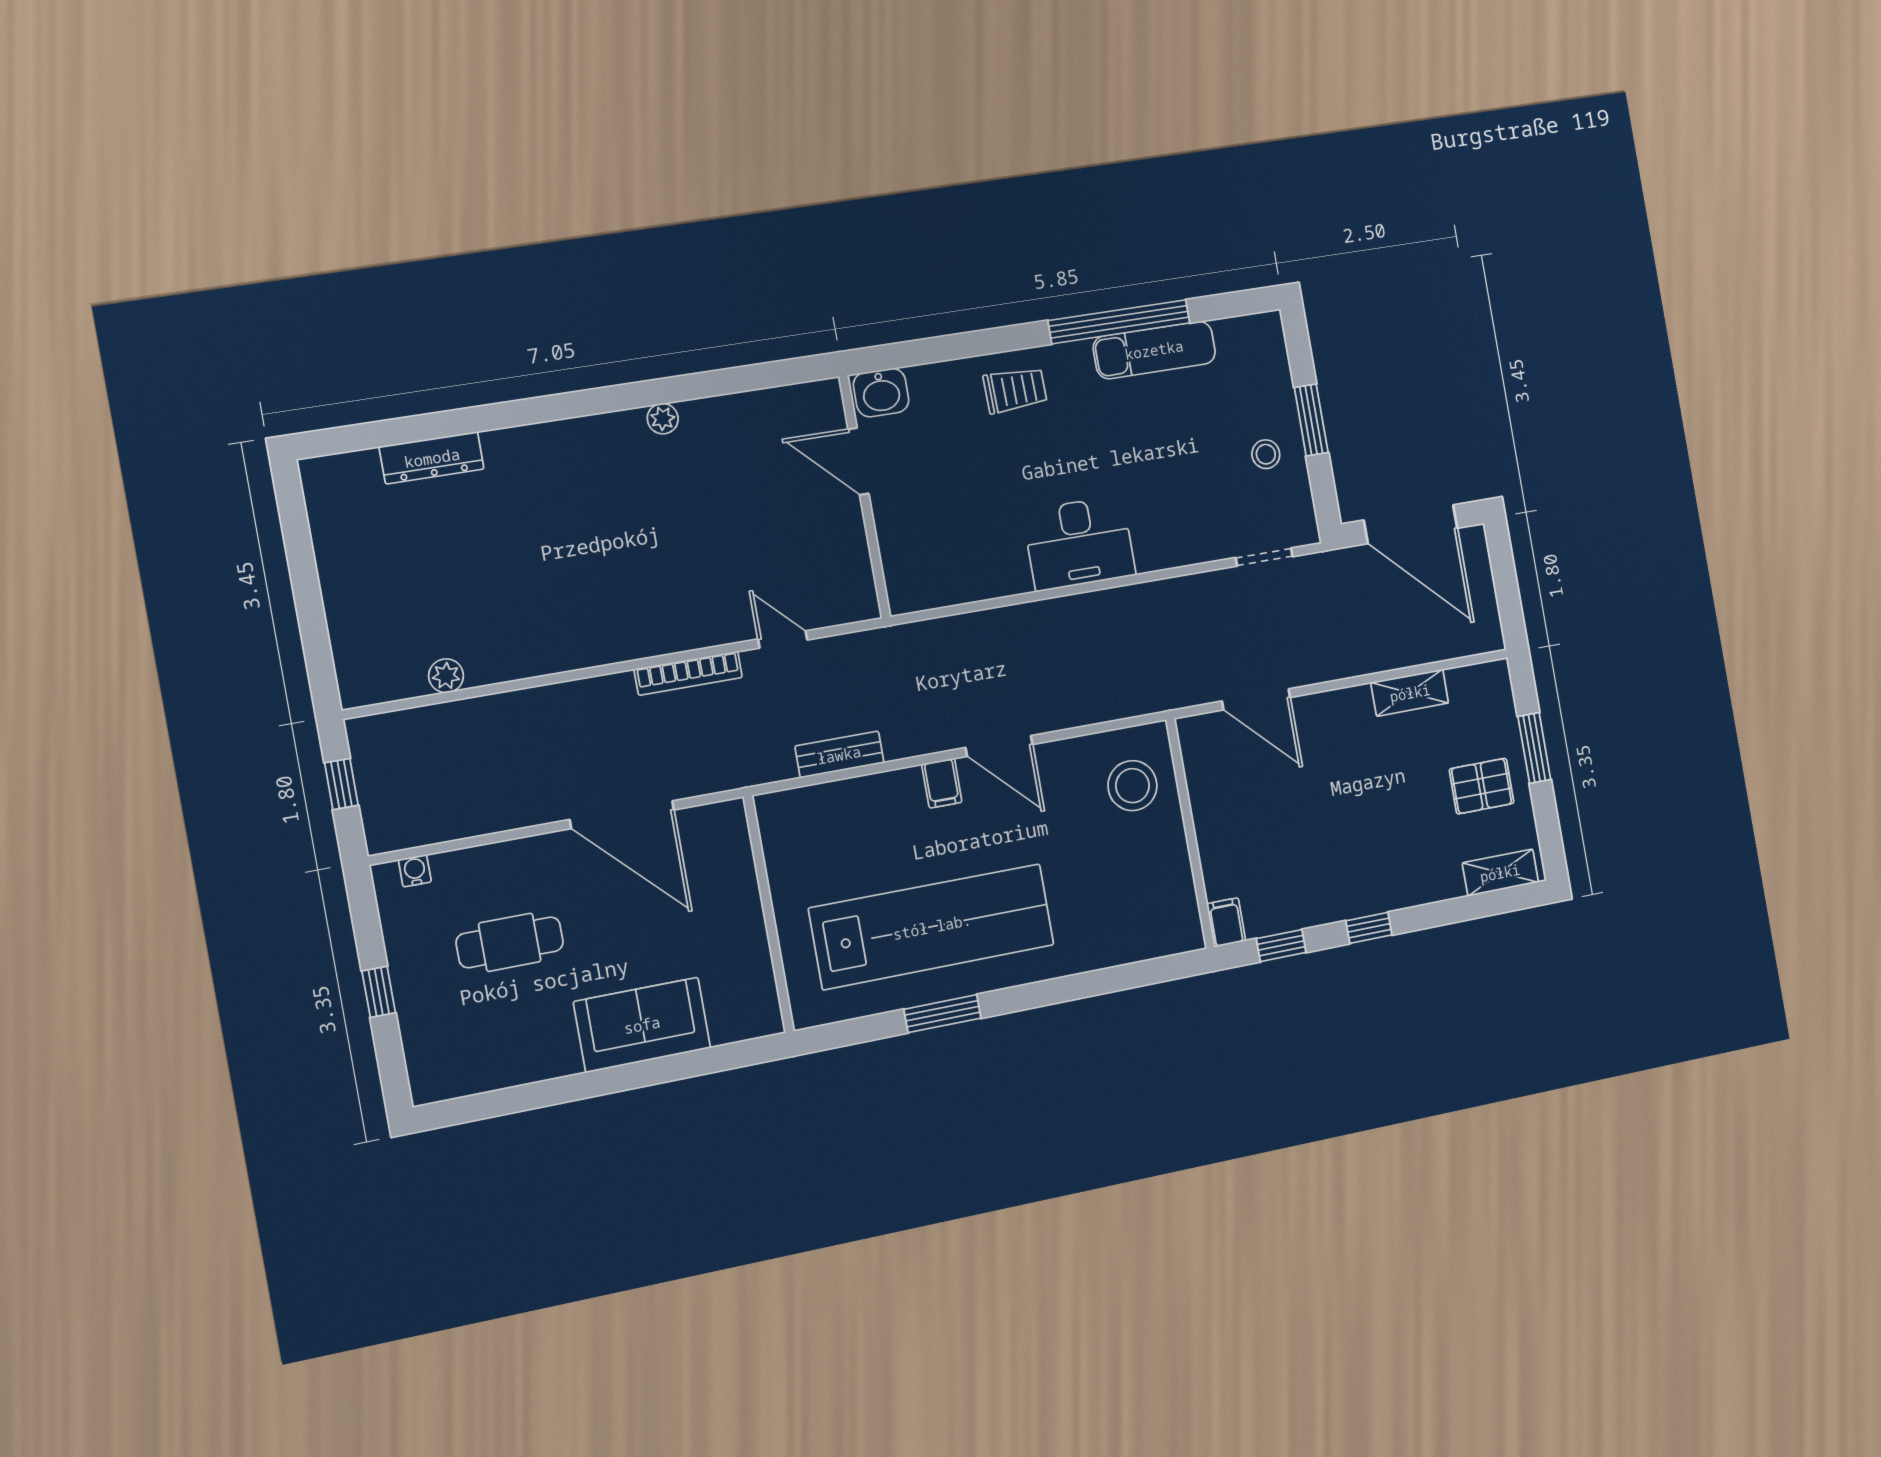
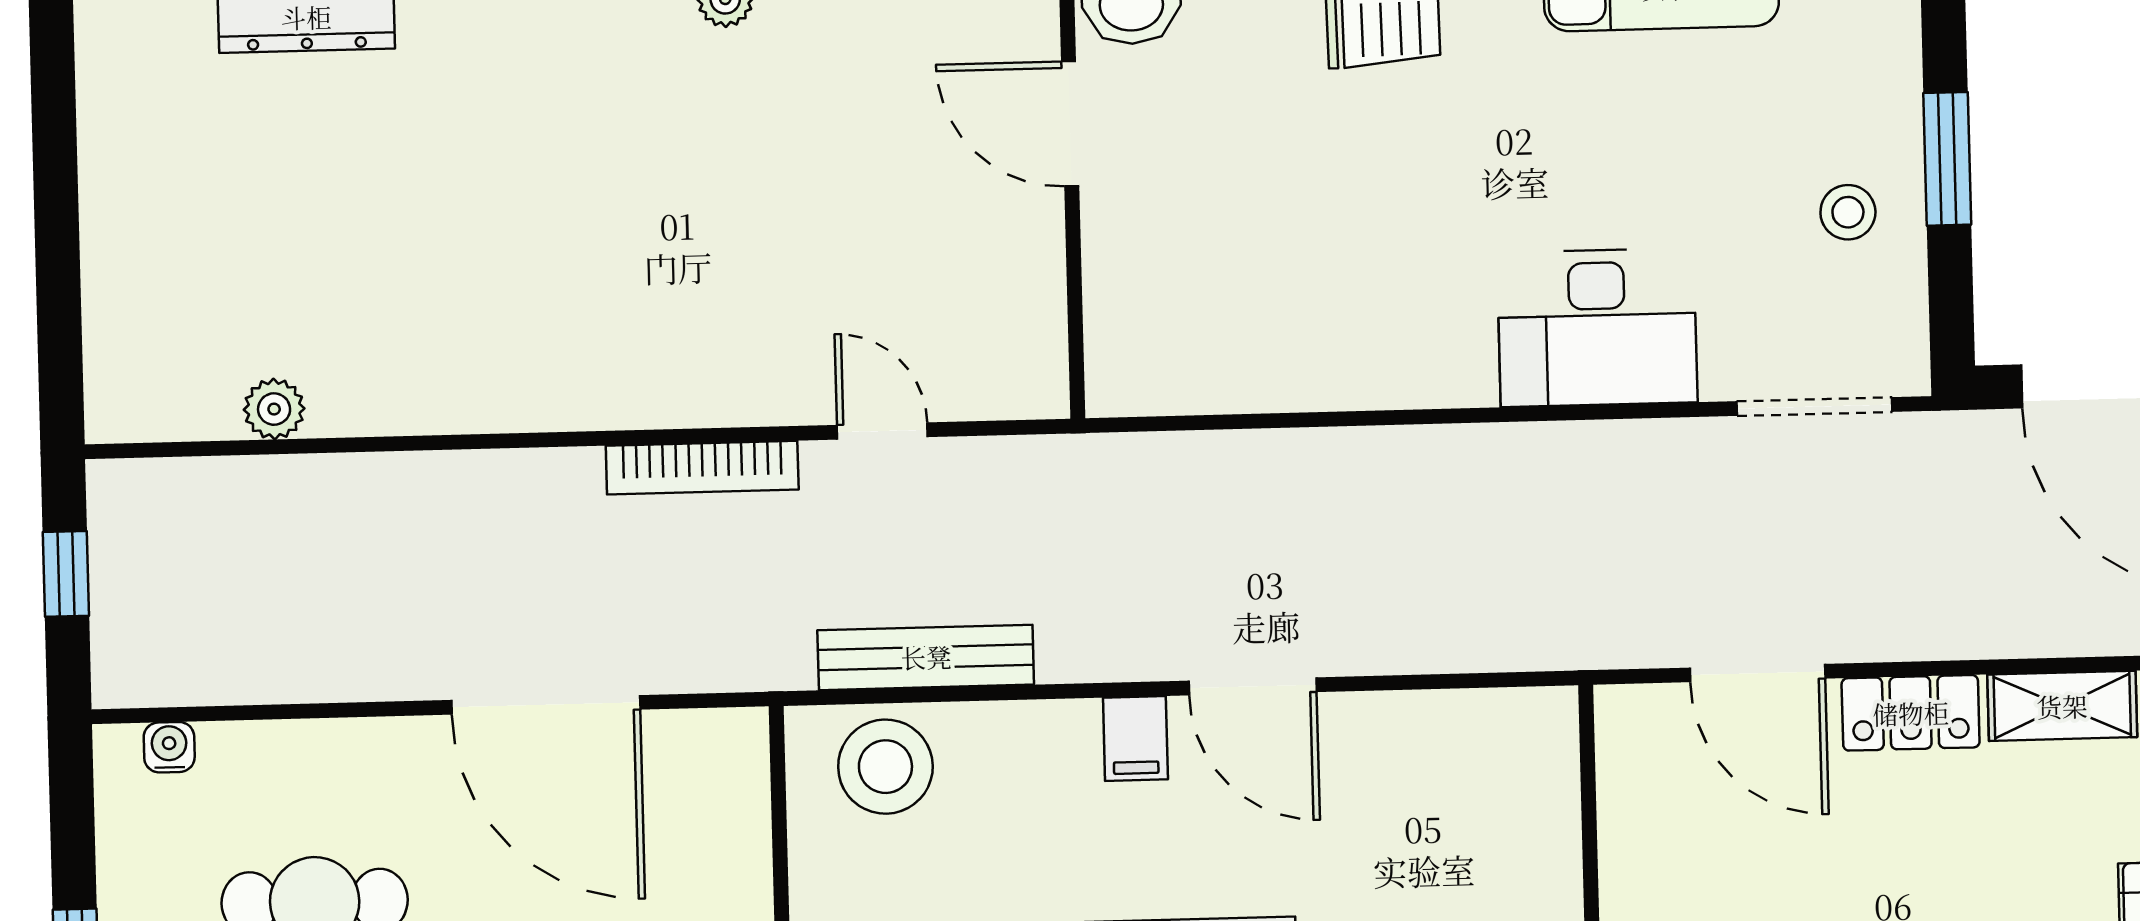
desk: (1079, 543) -> (1597, 328), moved
doorway: (1264, 557) -> (1815, 407), width x1.38
locker: (1335, 708) -> (1911, 713), added
bench: (839, 755) -> (926, 657), width x1.36
stool: (1132, 786) -> (885, 767), moved

